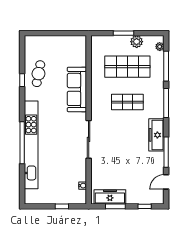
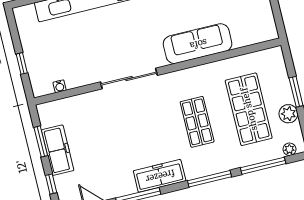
freezer: (110, 197) -> (58, 150), moved

